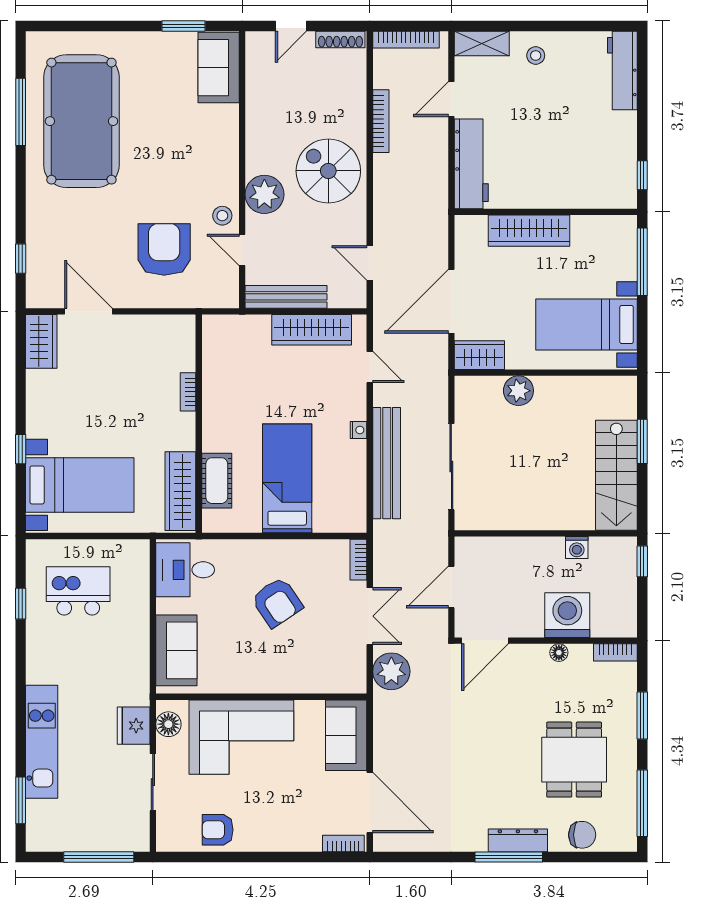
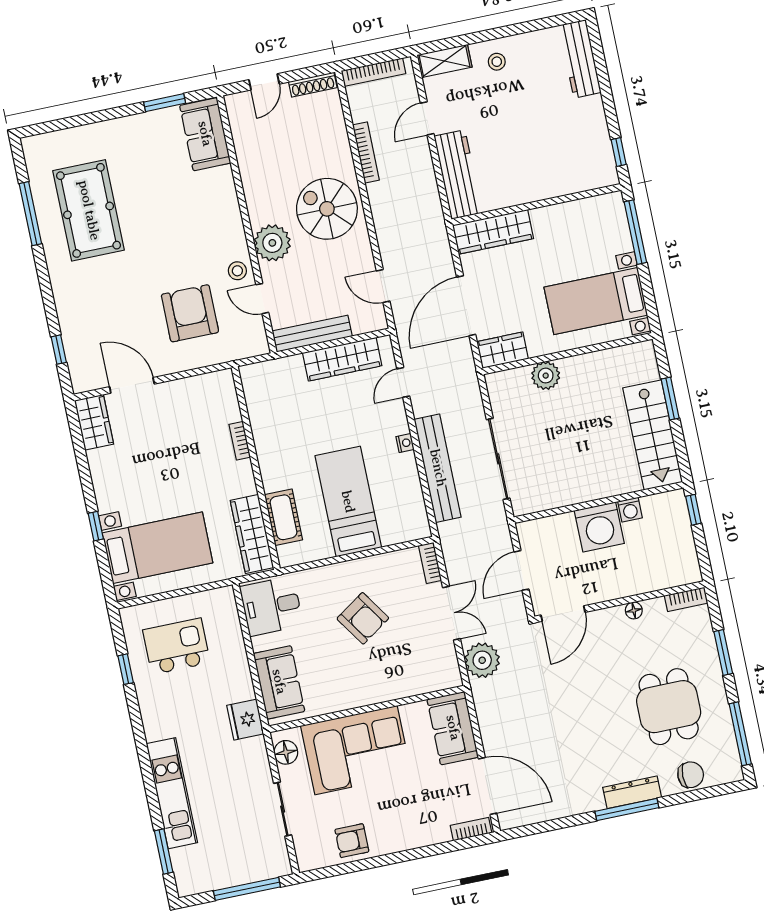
pool table: (81, 121) -> (89, 210), width x0.73, depth x0.76
wardrobe: (529, 231) -> (493, 232), moved
door: (370, 367) -> (403, 382), swing flipped
washing machine: (567, 615) -> (599, 527), moved, turned 180
fridge: (134, 726) -> (245, 720), moved

